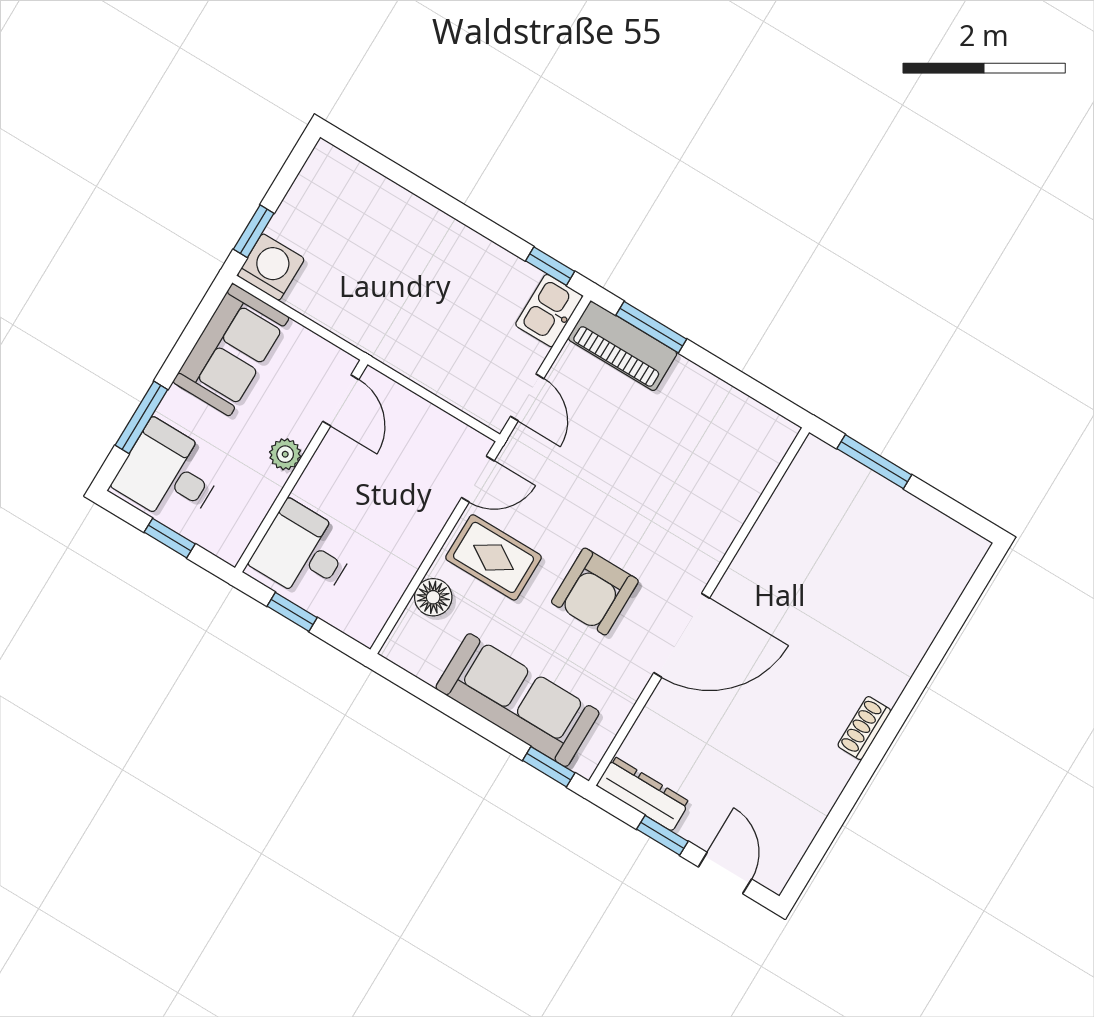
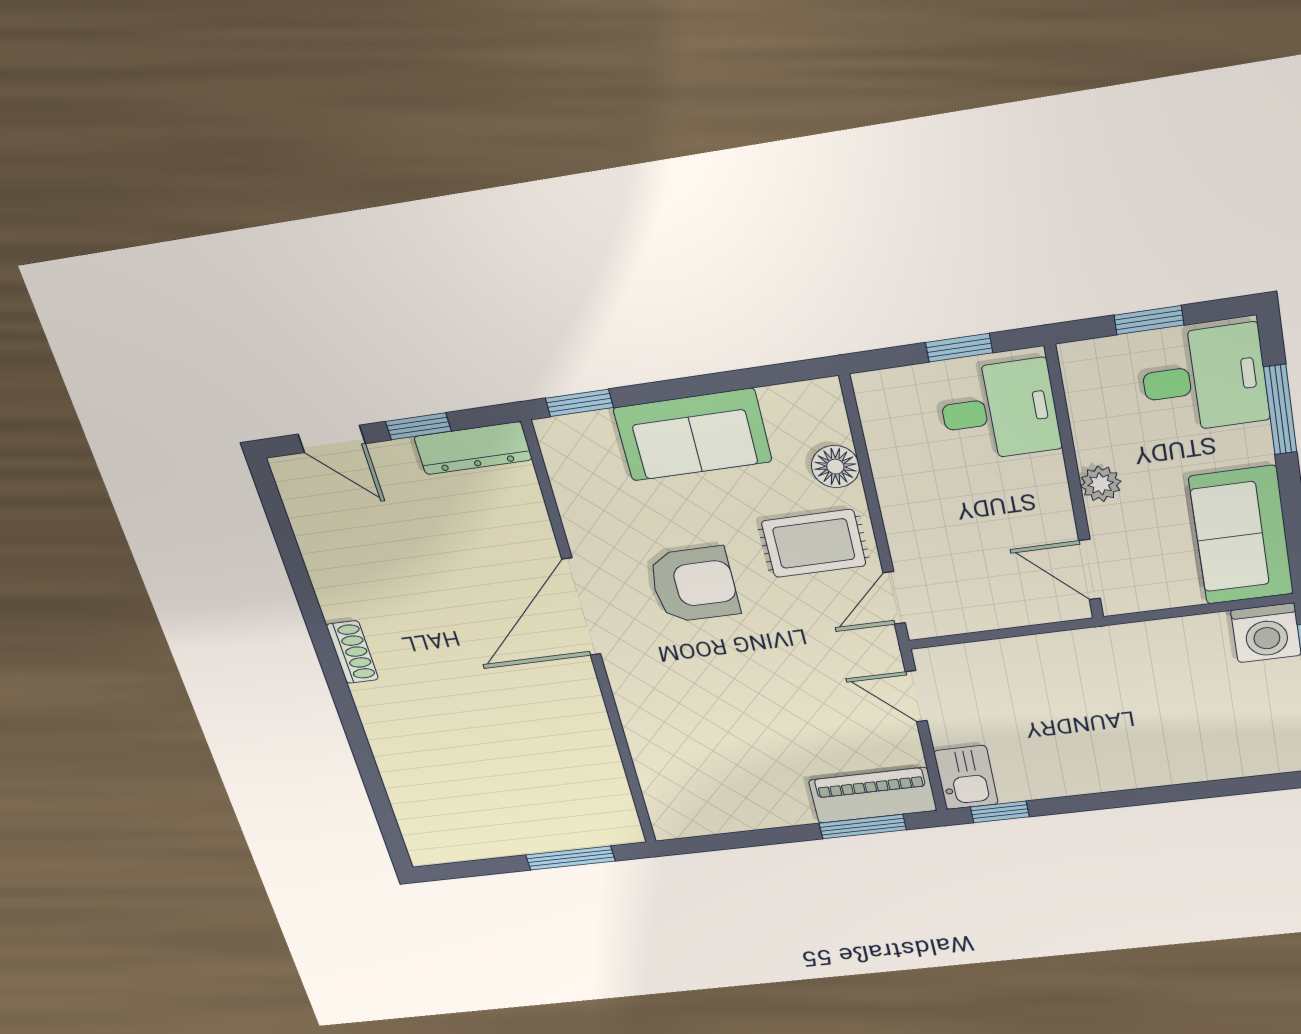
armchair: (595, 592) -> (694, 585), turned 90
sofa: (517, 700) -> (693, 435), width x0.73

